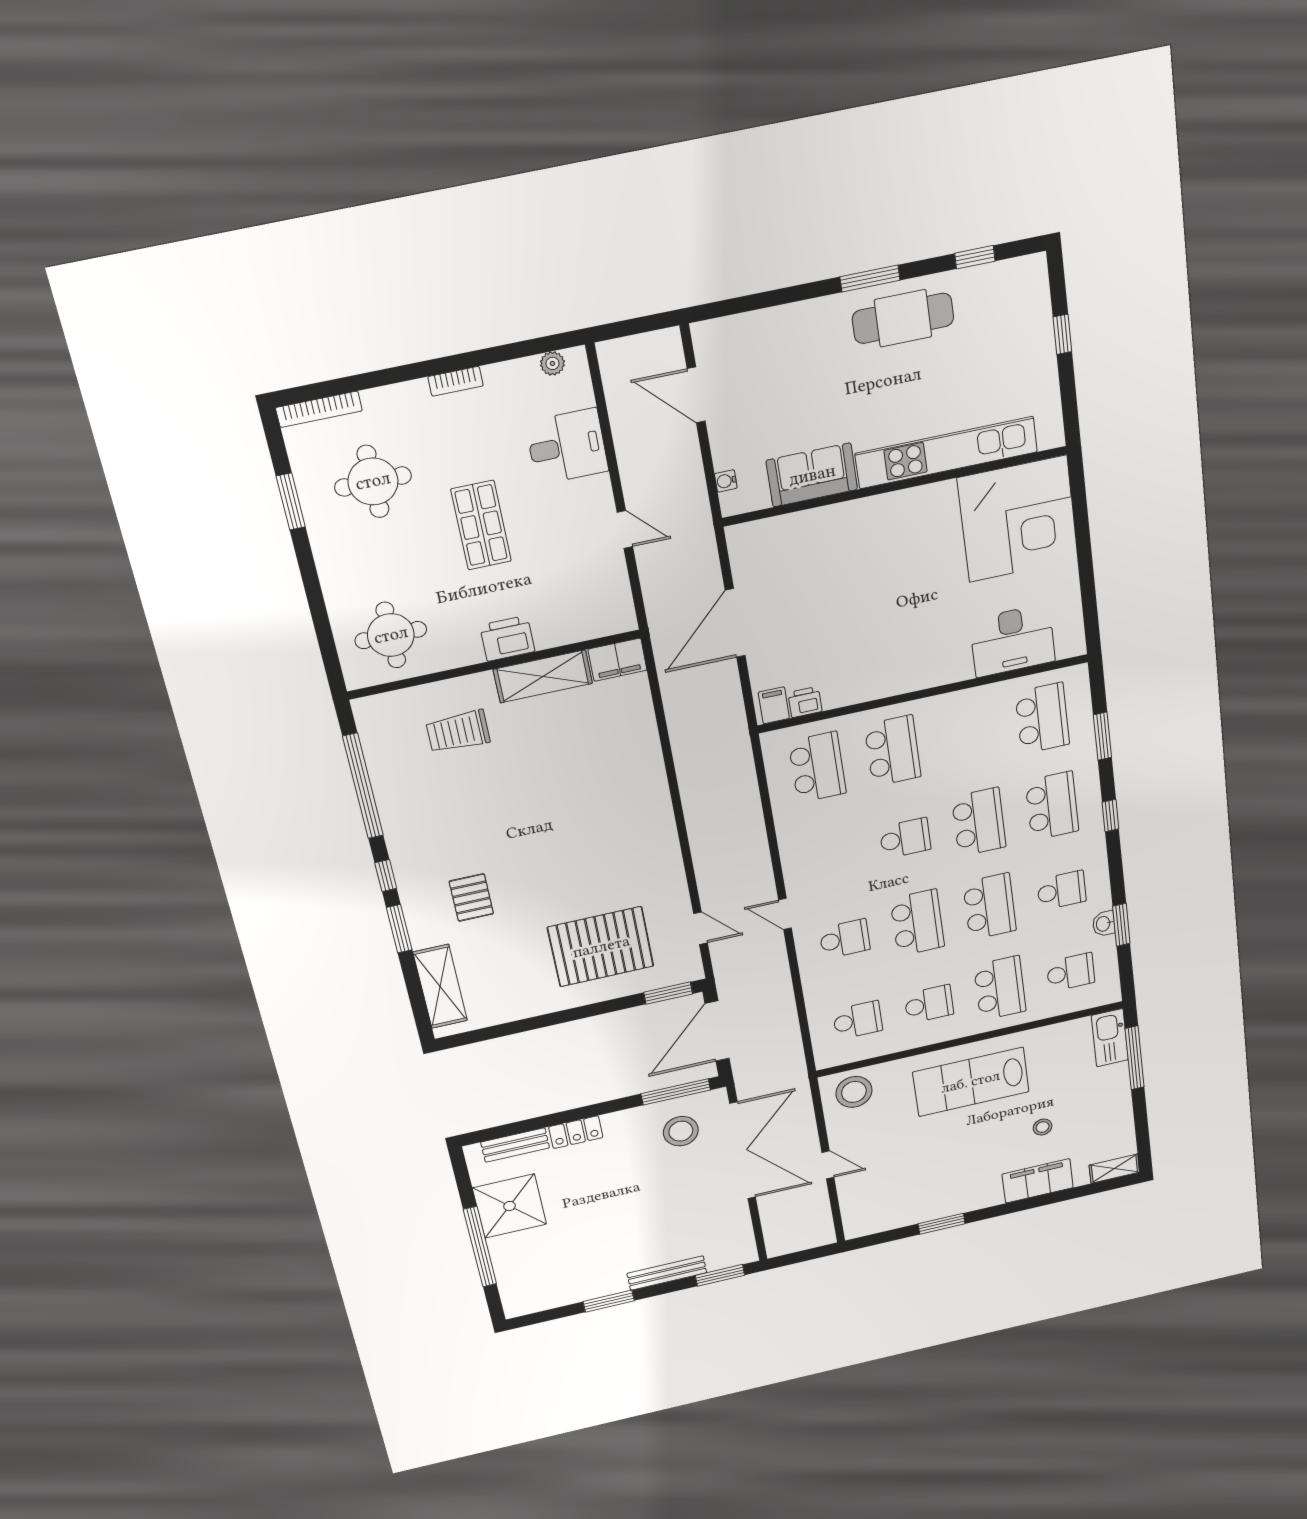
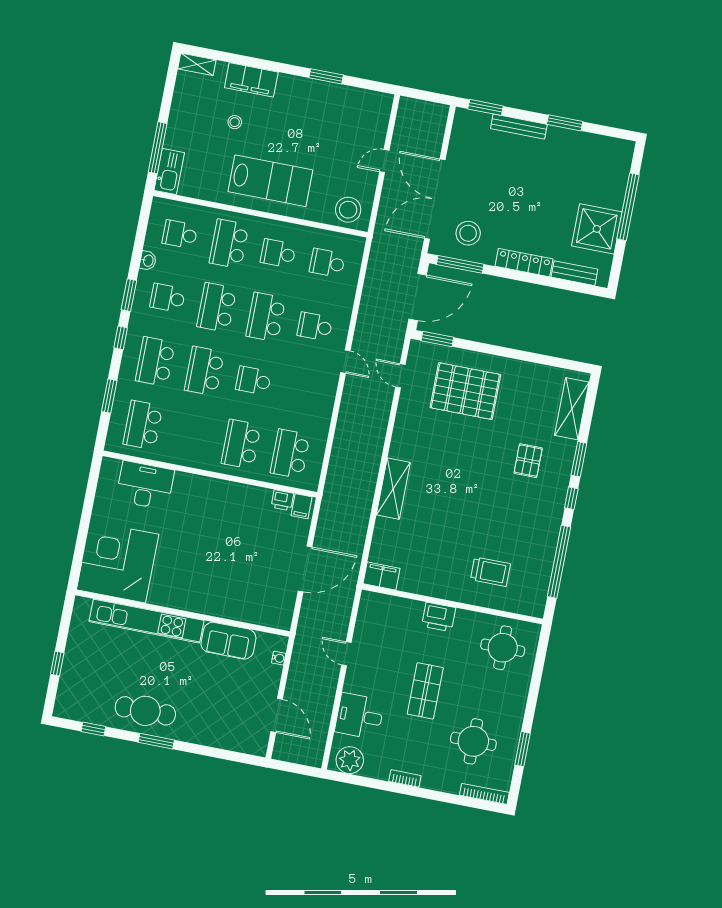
plant: (552, 363) -> (350, 760), width x1.87, depth x1.87
shelving: (543, 676) -> (393, 489), moved, turned 90
window: (1121, 925) -> (129, 295), moved
locker: (576, 1132) -> (524, 263), width x1.53
door: (828, 1165) -> (384, 161), hinge flipped

